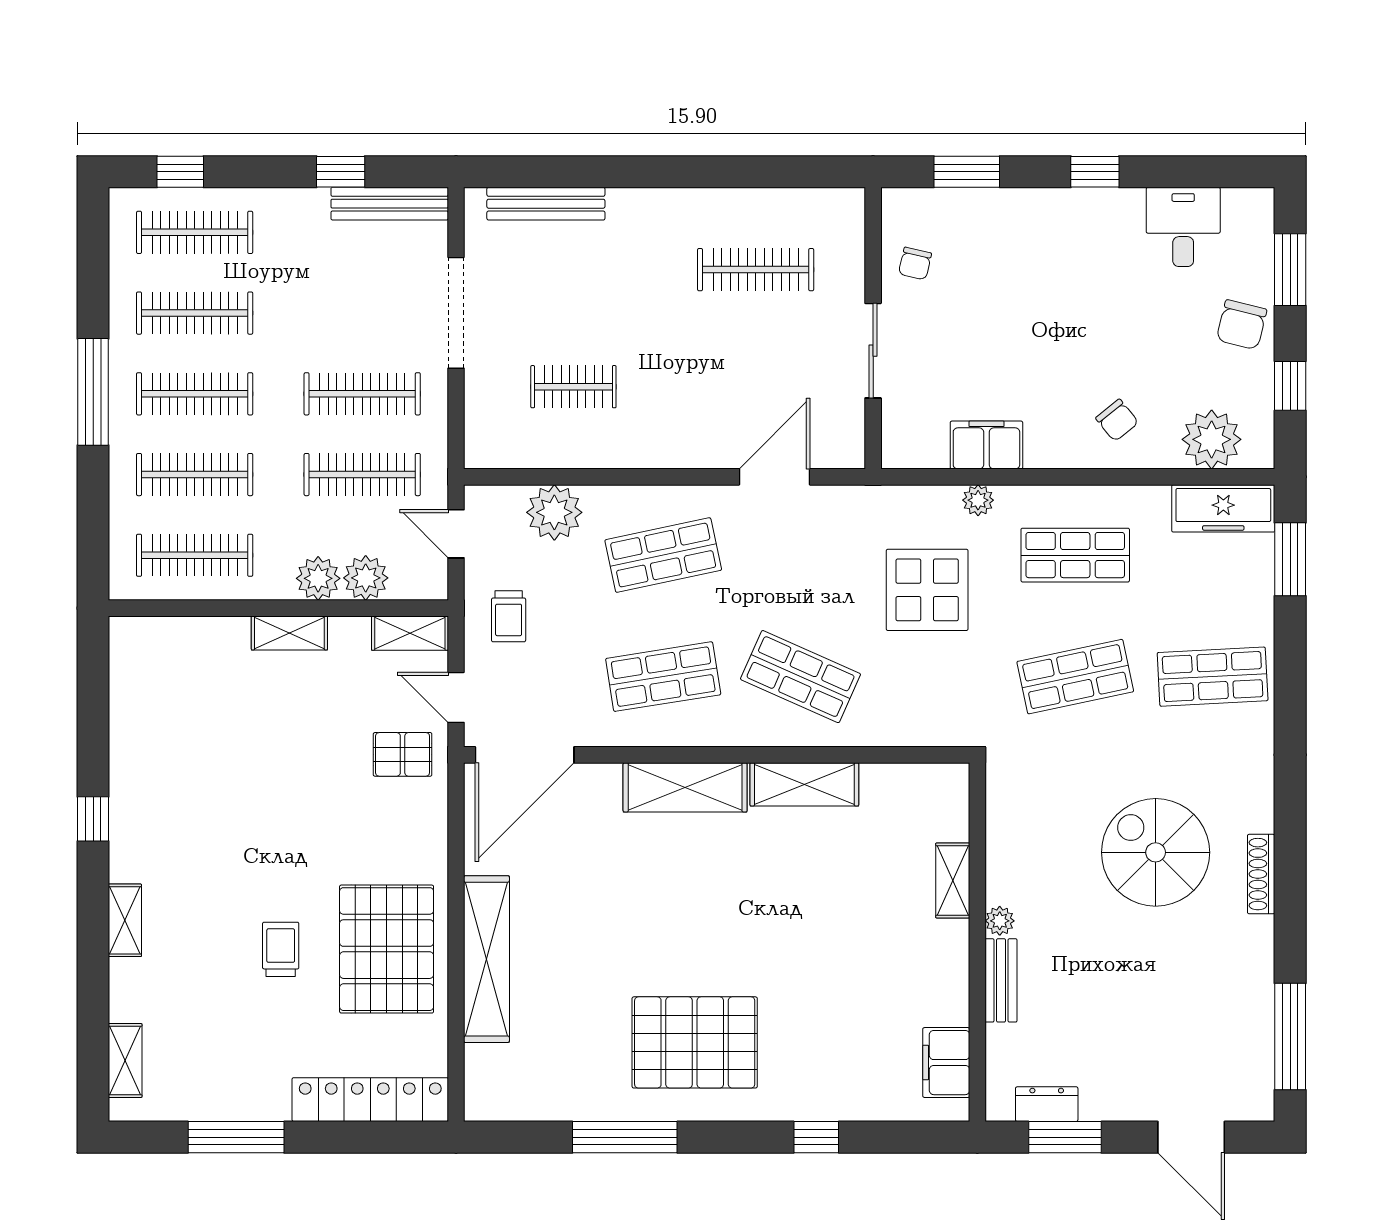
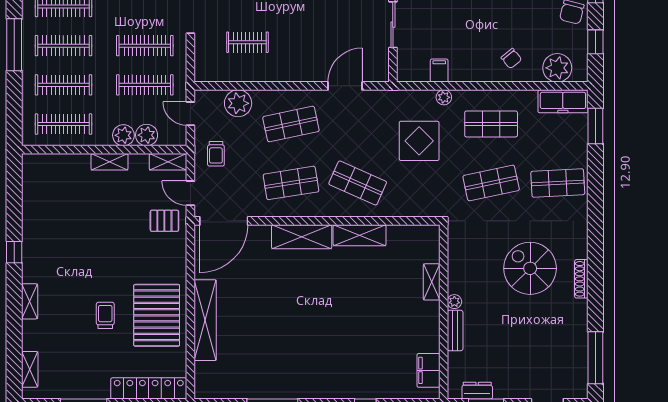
filing cabinet: (986, 445) -> (439, 71), width x0.50
pallet: (695, 1042) -> (306, 361), removed

